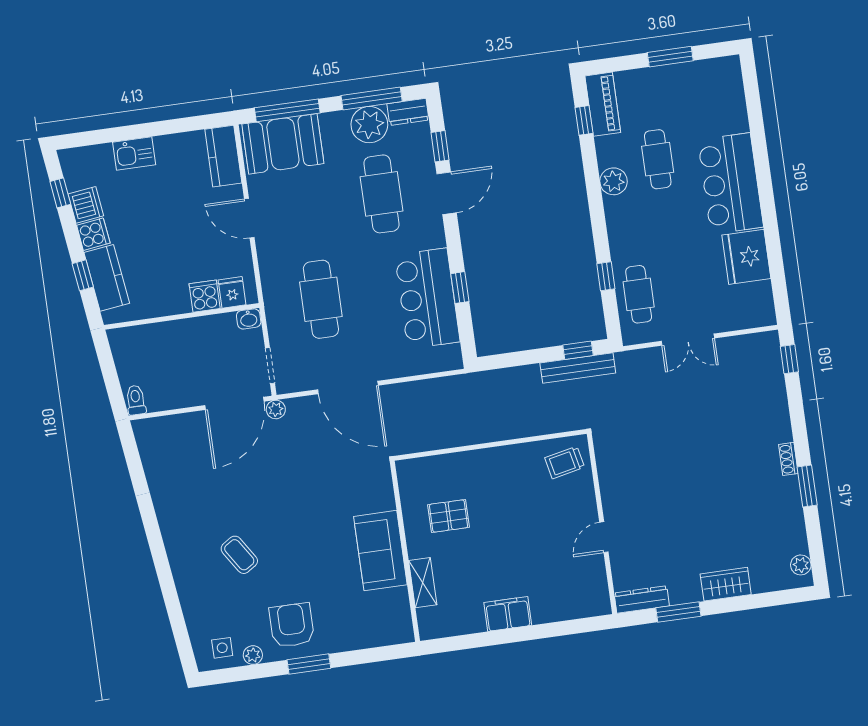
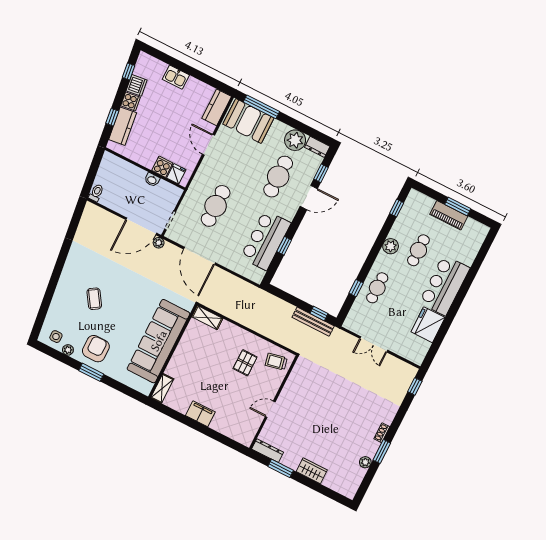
window: (372, 98) -> (305, 129), removed
piano: (603, 104) -> (449, 215), moved, turned 90
cafe table: (639, 294) -> (377, 288), moved
washbasin: (249, 319) -> (152, 180), moved
shelving: (421, 468) -> (207, 318), added
pallet: (449, 516) -> (245, 363), moved, turned 90
sofa: (380, 551) -> (159, 341), width x1.85, depth x1.27
plant: (801, 565) -> (365, 462), moved
shelving: (423, 583) -> (162, 388), moved

